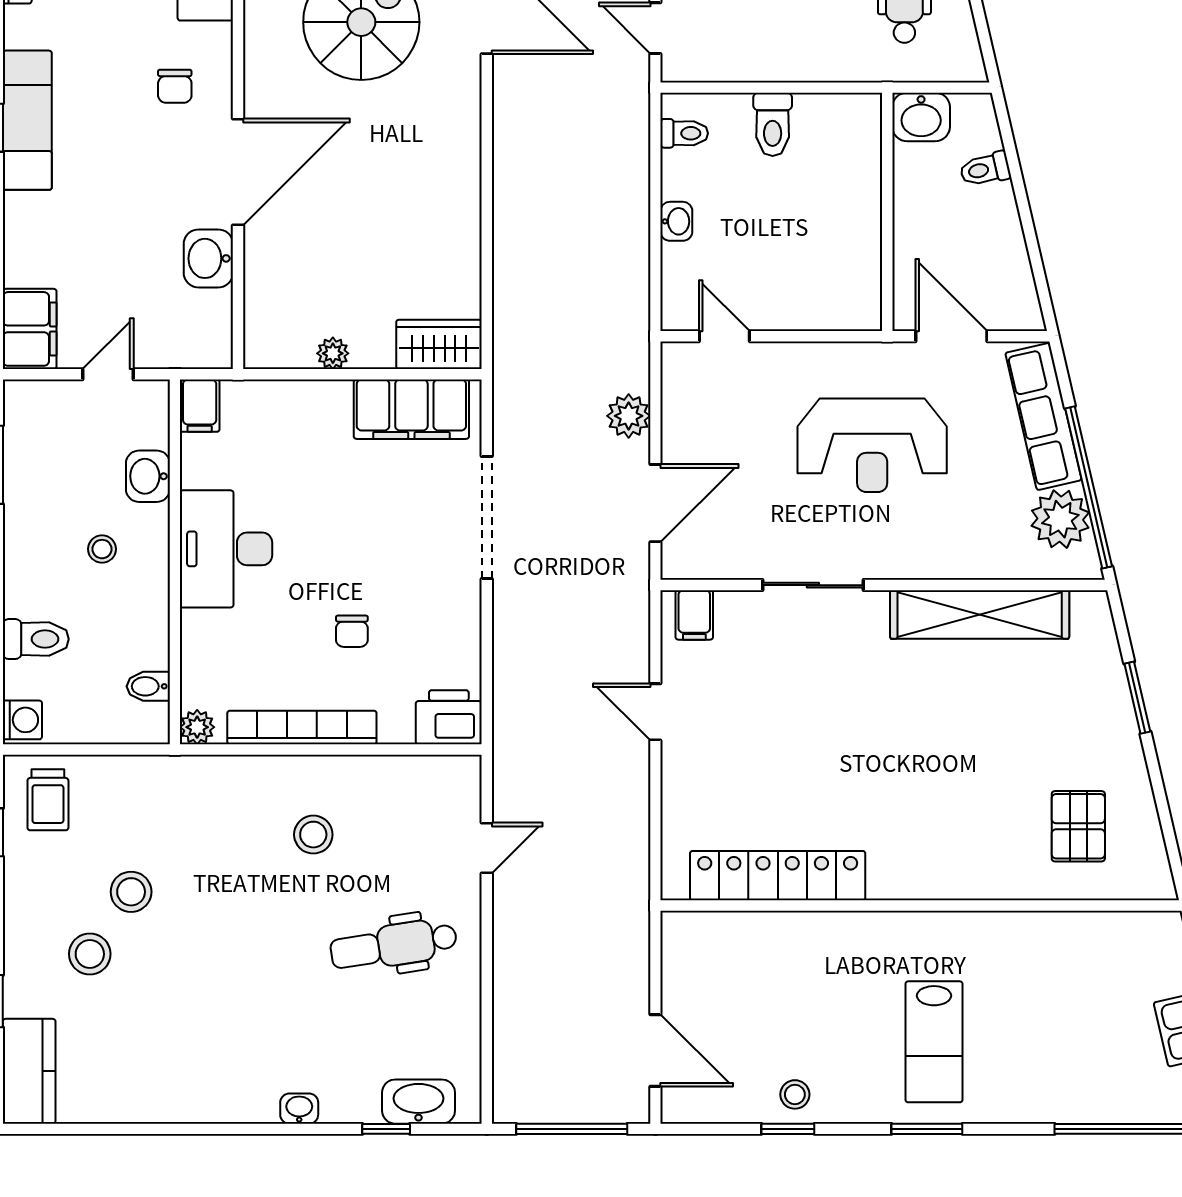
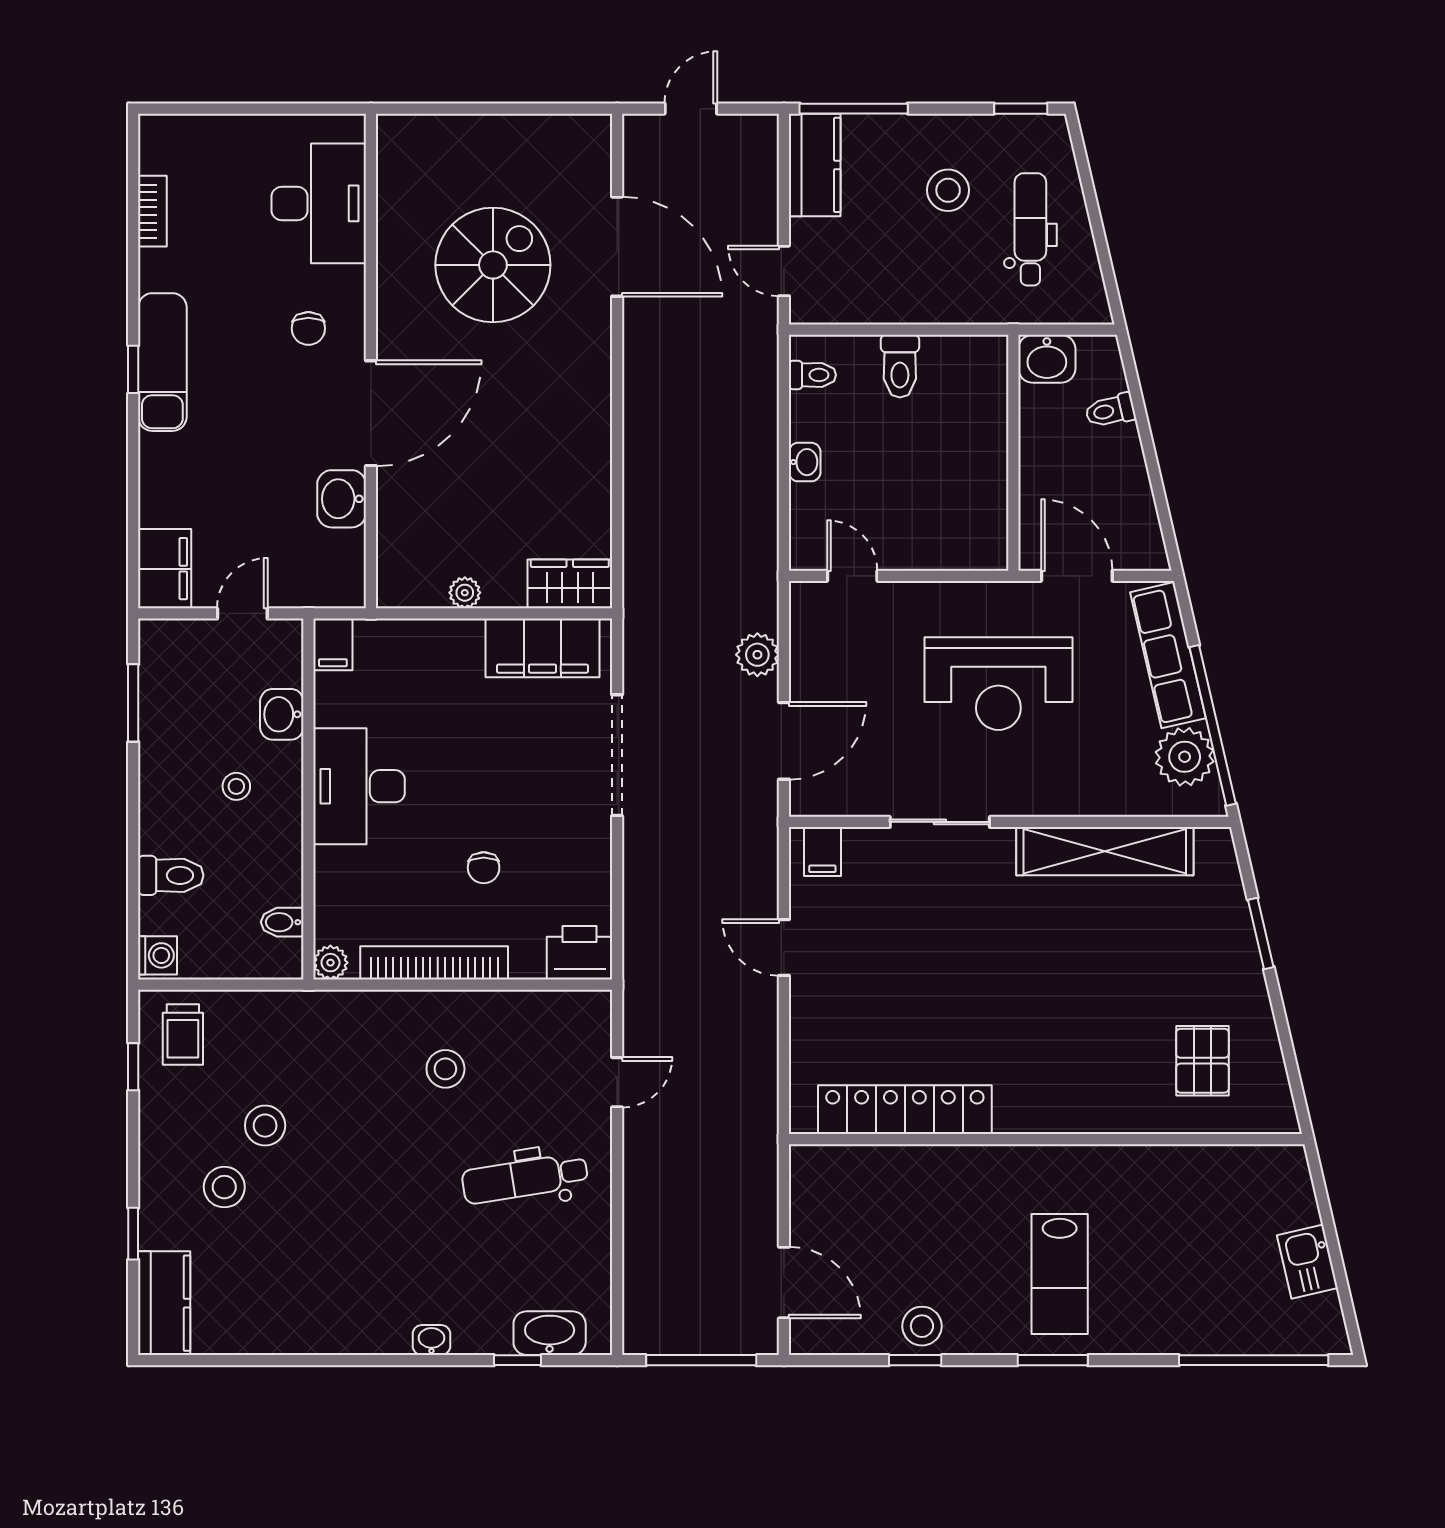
stool: (795, 1094) -> (922, 1326), width x1.37, depth x1.37

